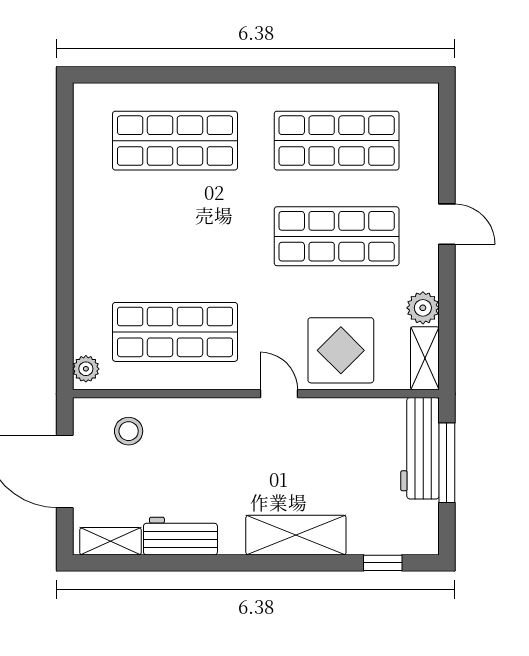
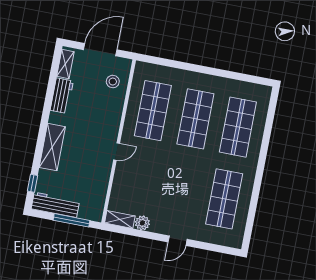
shop shelf: (337, 236) -> (195, 119), moved
display table: (341, 350) -> (131, 183), removed
plant: (86, 369) -> (144, 68), removed
workbench: (420, 448) -> (55, 205), moved

